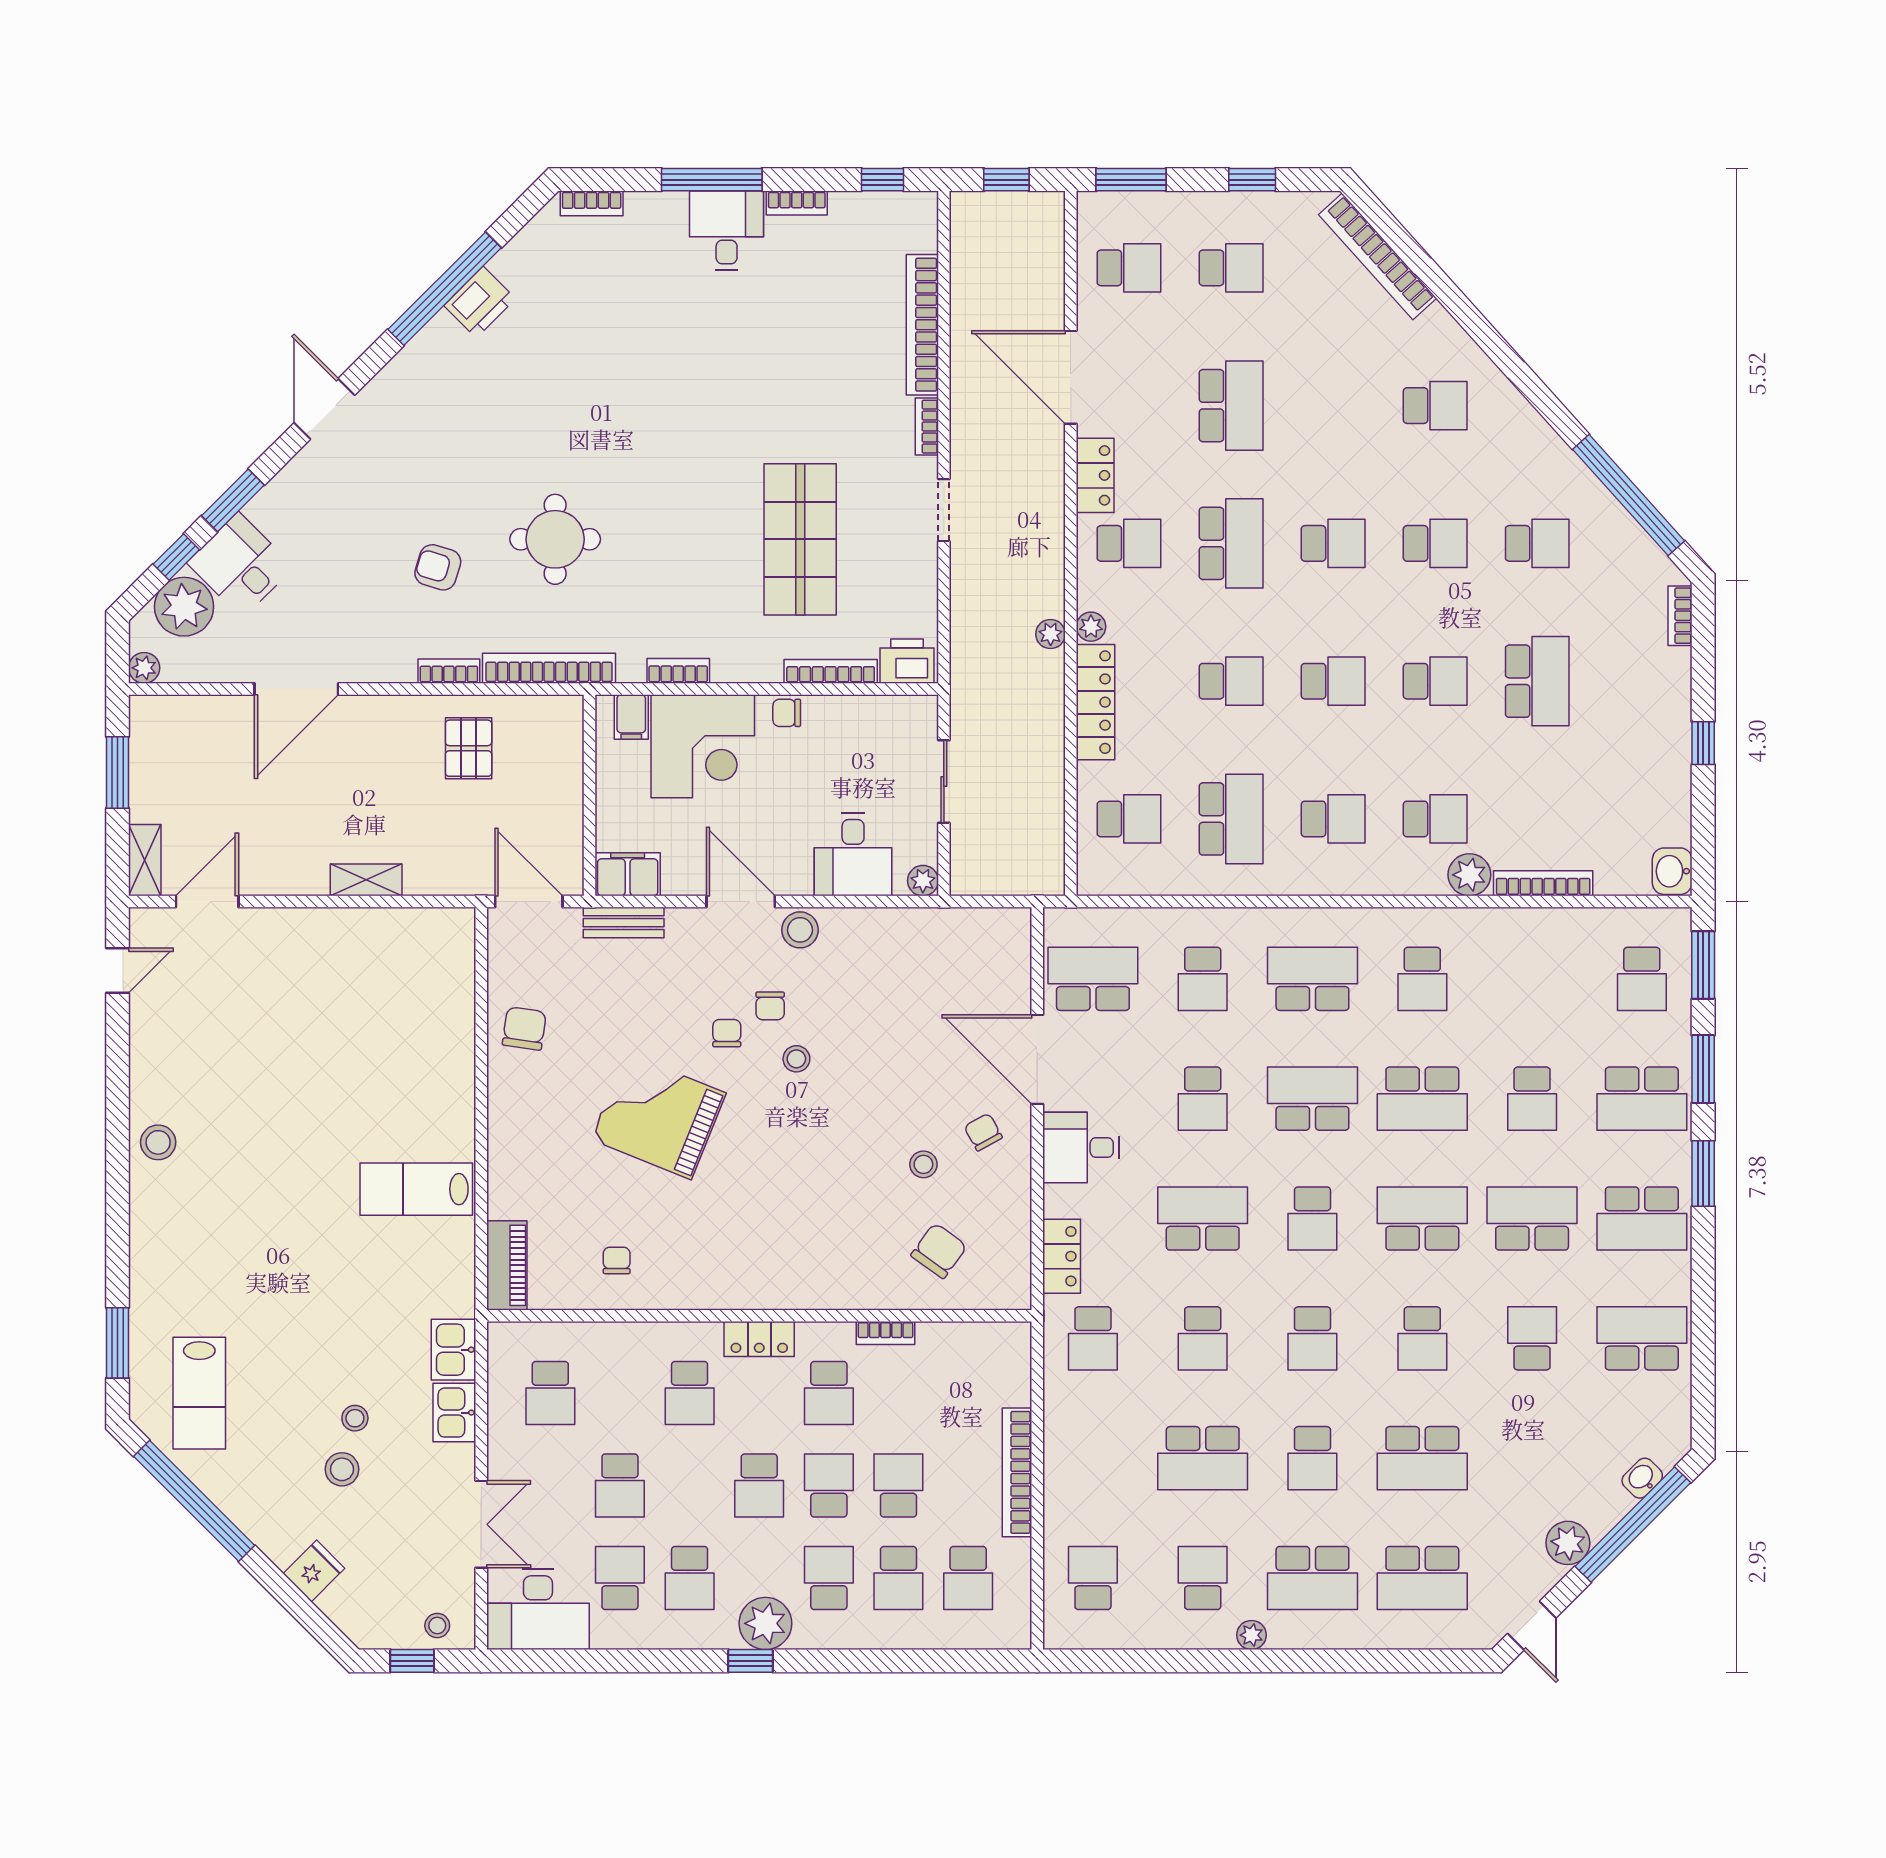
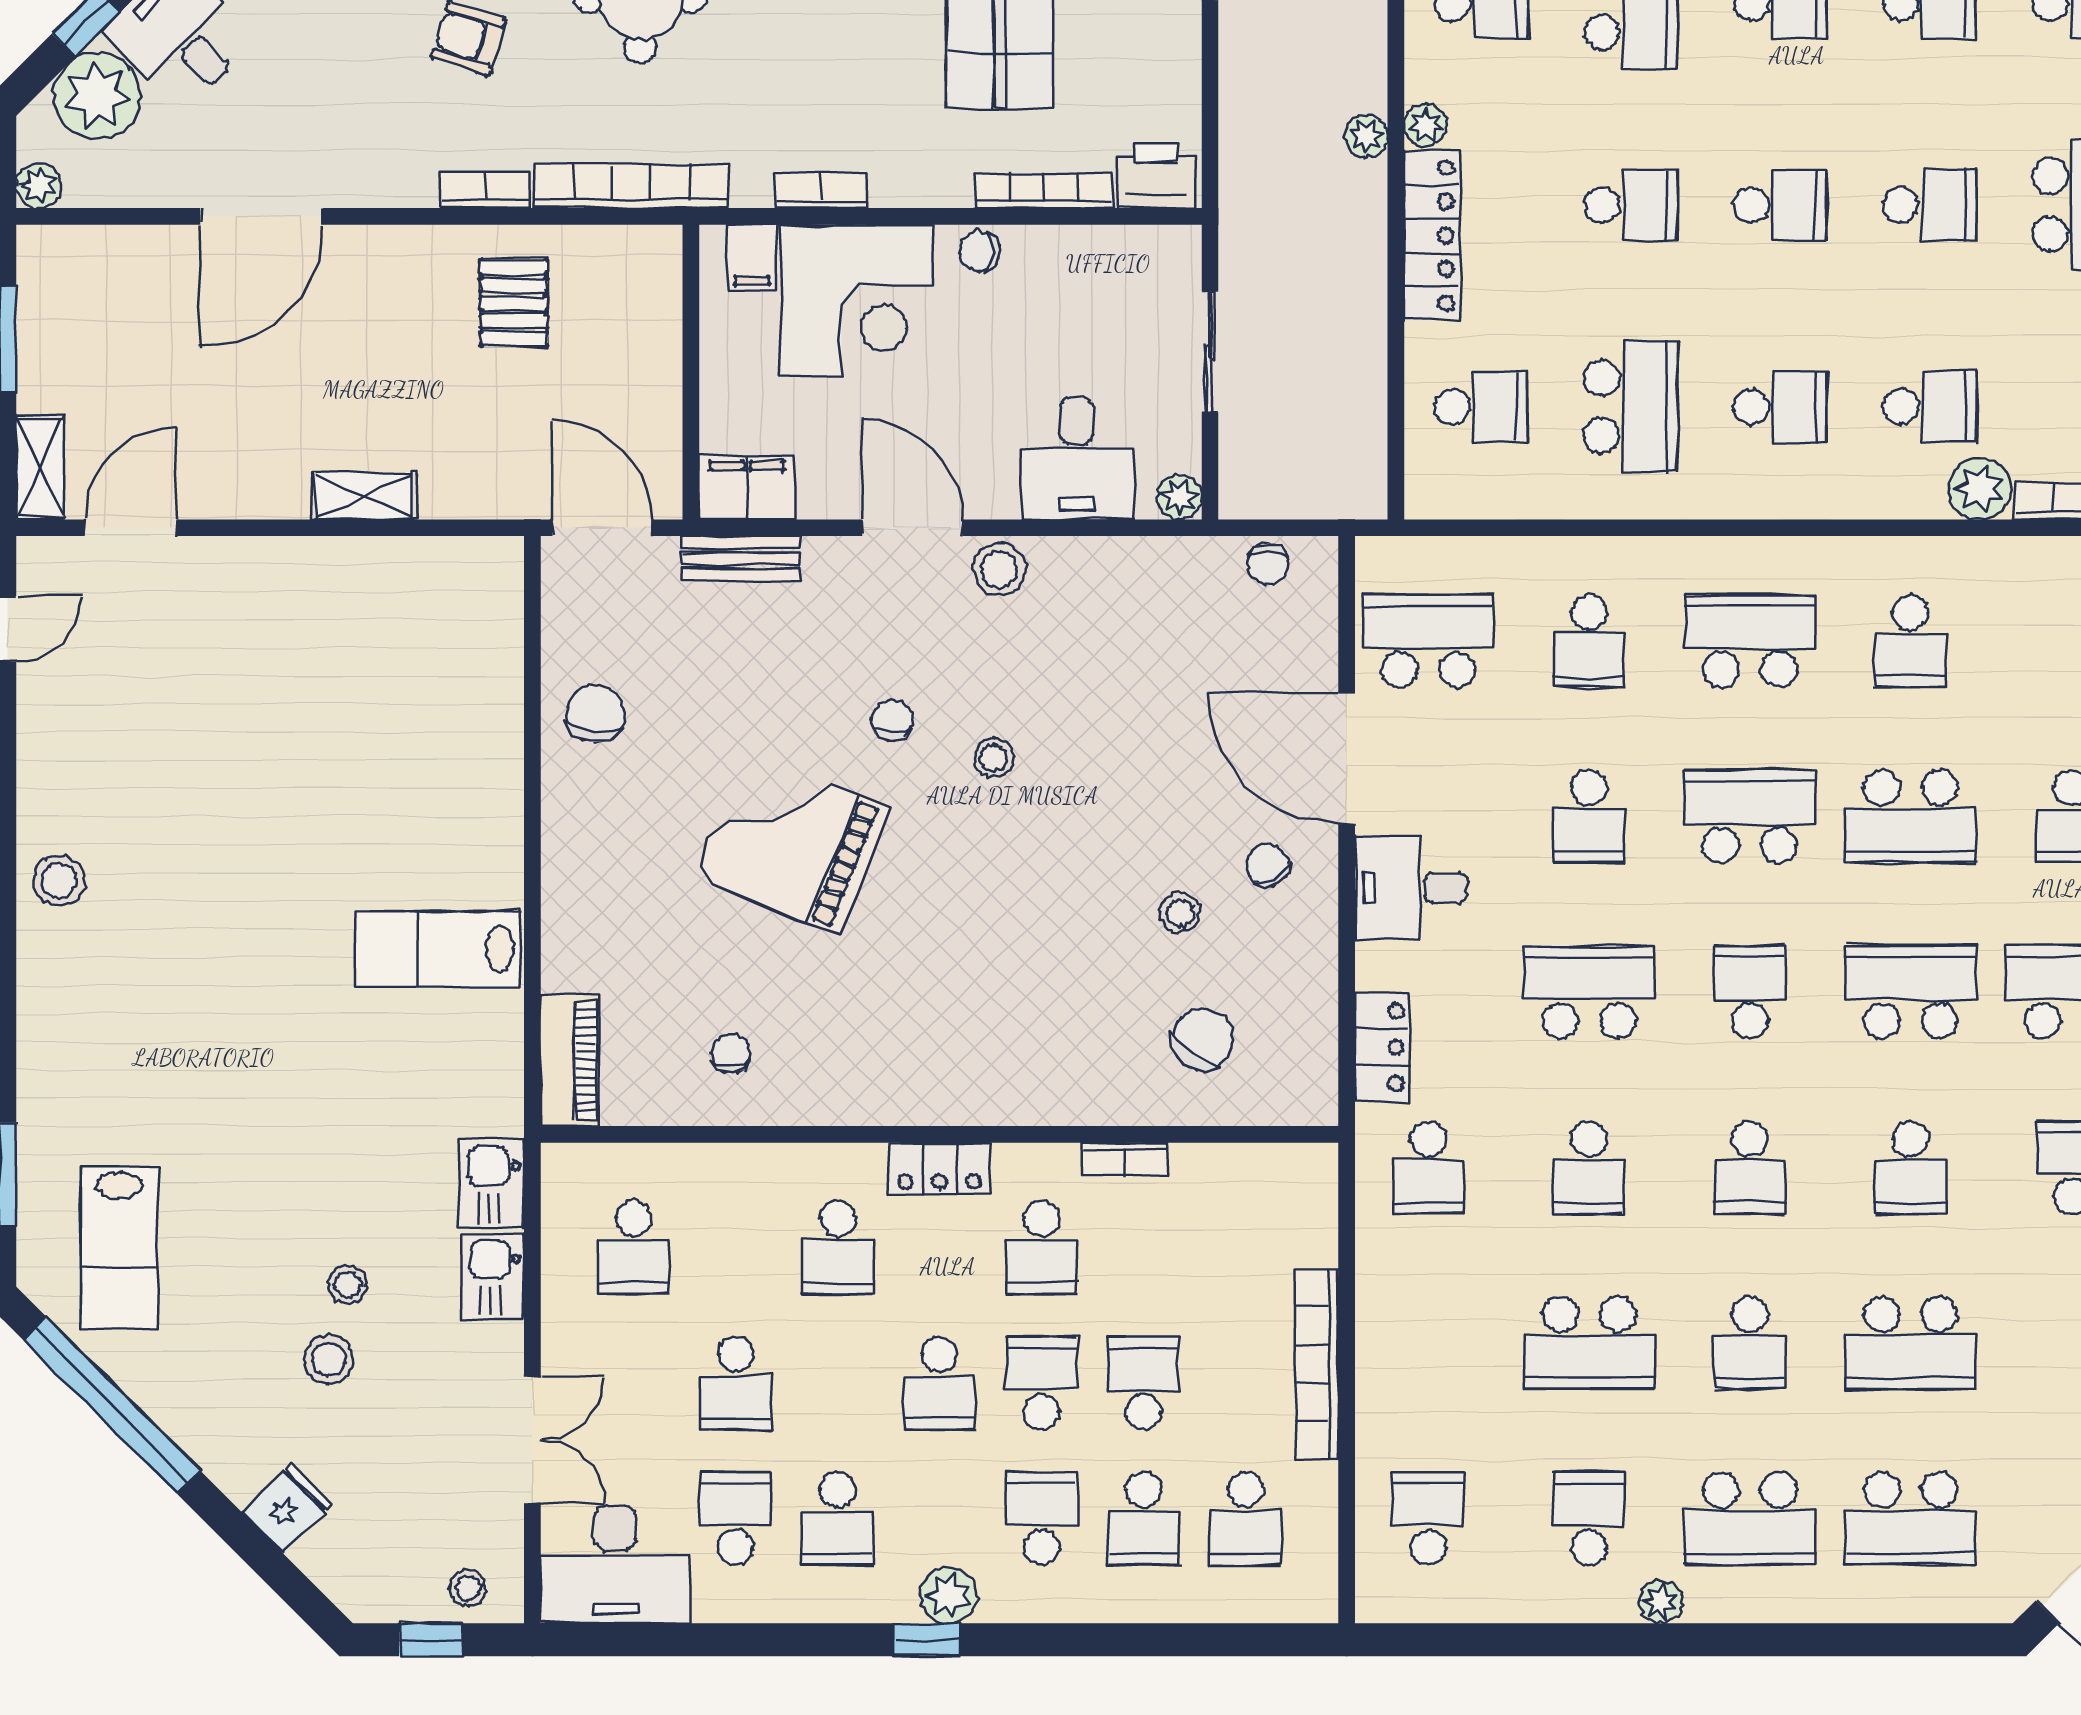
chair: (770, 1006) -> (1268, 564), moved
school desk: (1312, 1219) -> (1750, 992), turned 180
plant: (765, 1623) -> (949, 1595), width x0.73, depth x0.73

